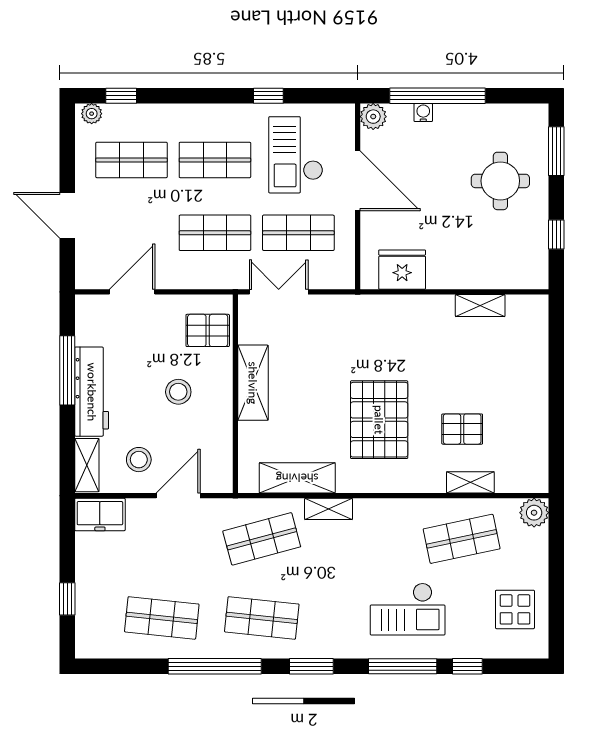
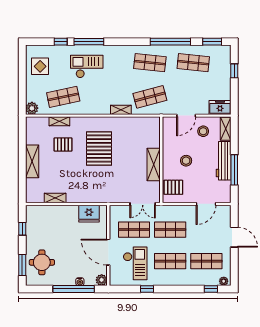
round table: (500, 181) -> (42, 262), moved
shelving: (297, 478) -> (32, 161), moved, turned 90
window: (311, 666) -> (212, 42), moved

